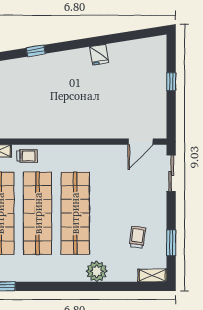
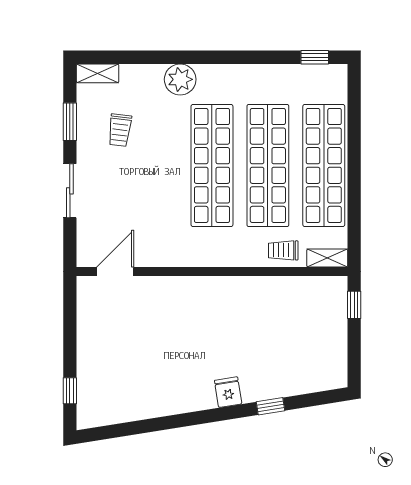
fridge: (99, 55) -> (228, 392), moved
window: (171, 82) -> (70, 391), moved
sliding door: (171, 173) -> (70, 191), moved

